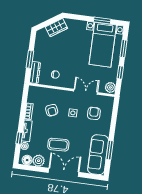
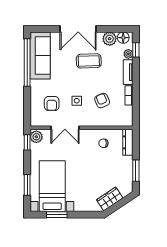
window: (30, 59) -> (136, 171), moved
window: (120, 72) -> (27, 142), moved
window: (19, 138) -> (136, 50), moved
window: (110, 150) -> (27, 63), width x2.11

